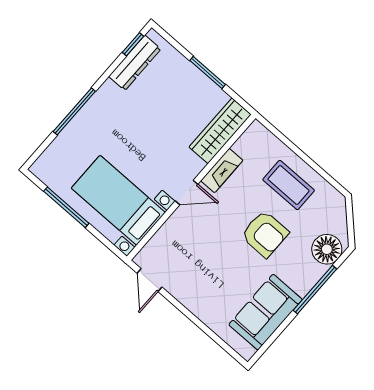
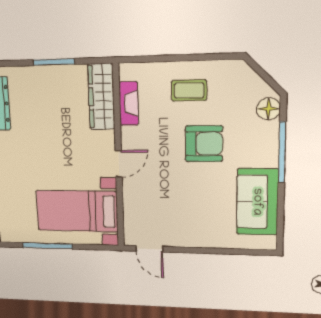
fireplace: (222, 171) -> (129, 103), moved
coffee table: (289, 185) -> (189, 90), width x0.73, depth x0.77
floor lamp: (327, 249) -> (269, 109), width x0.73, depth x0.73

